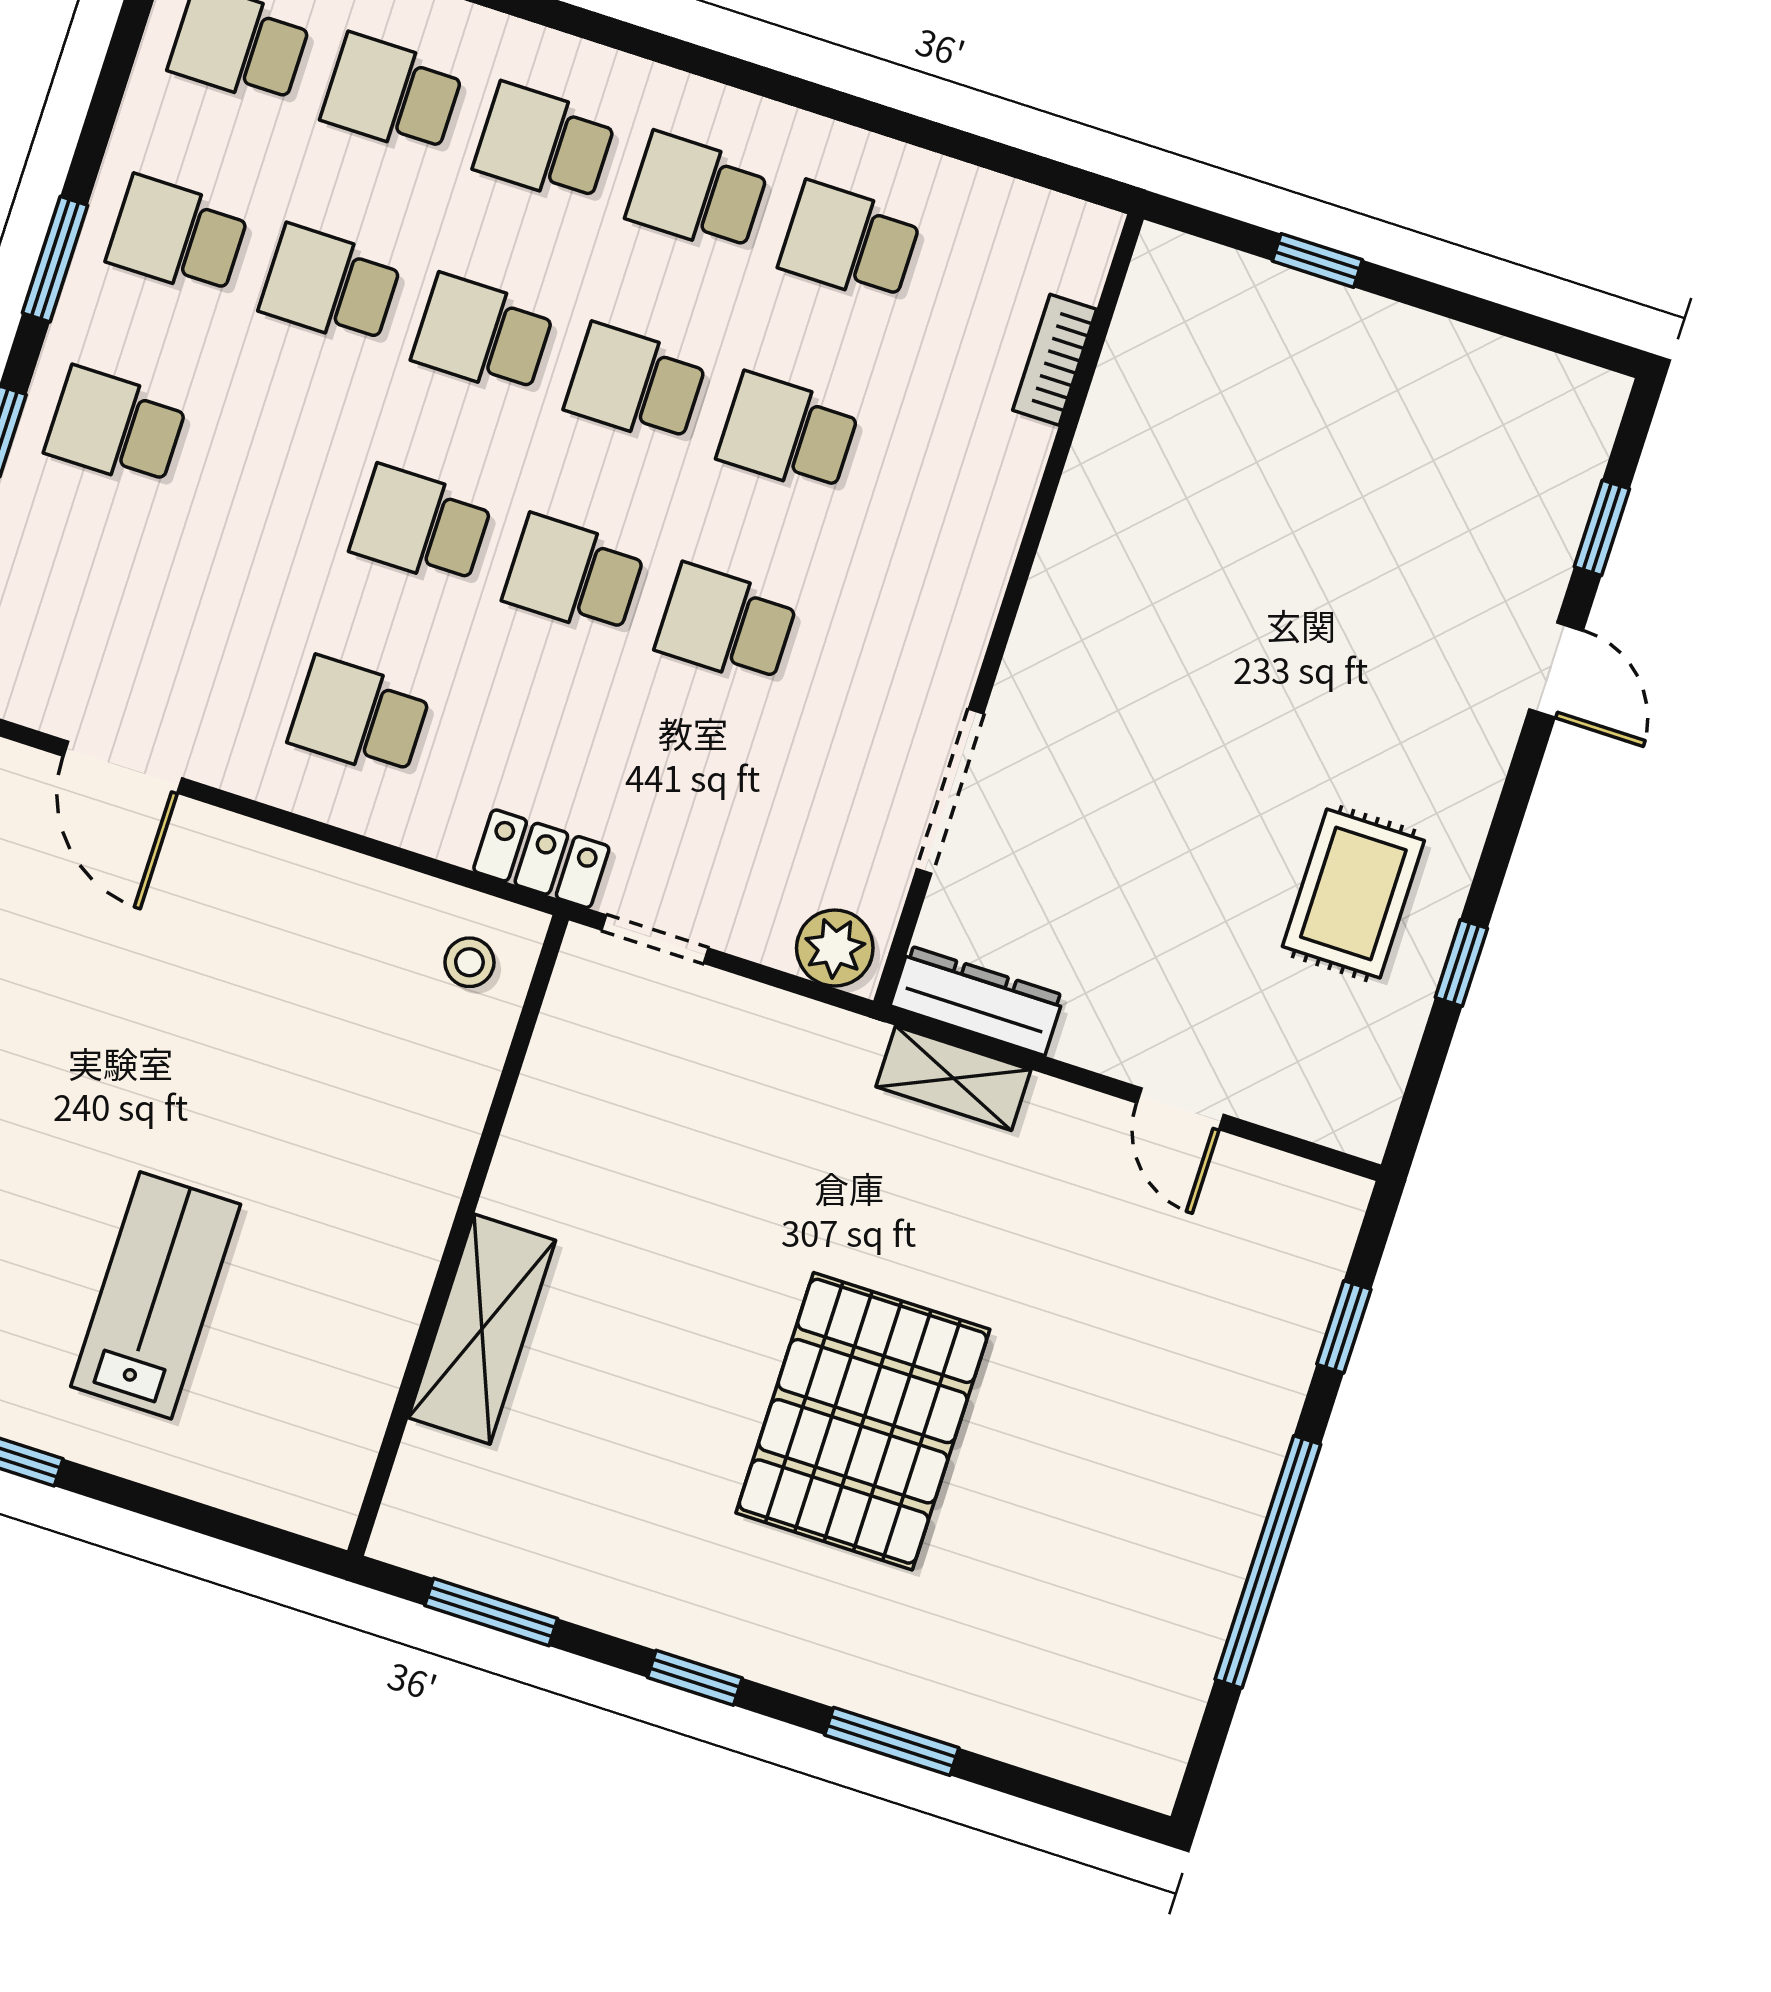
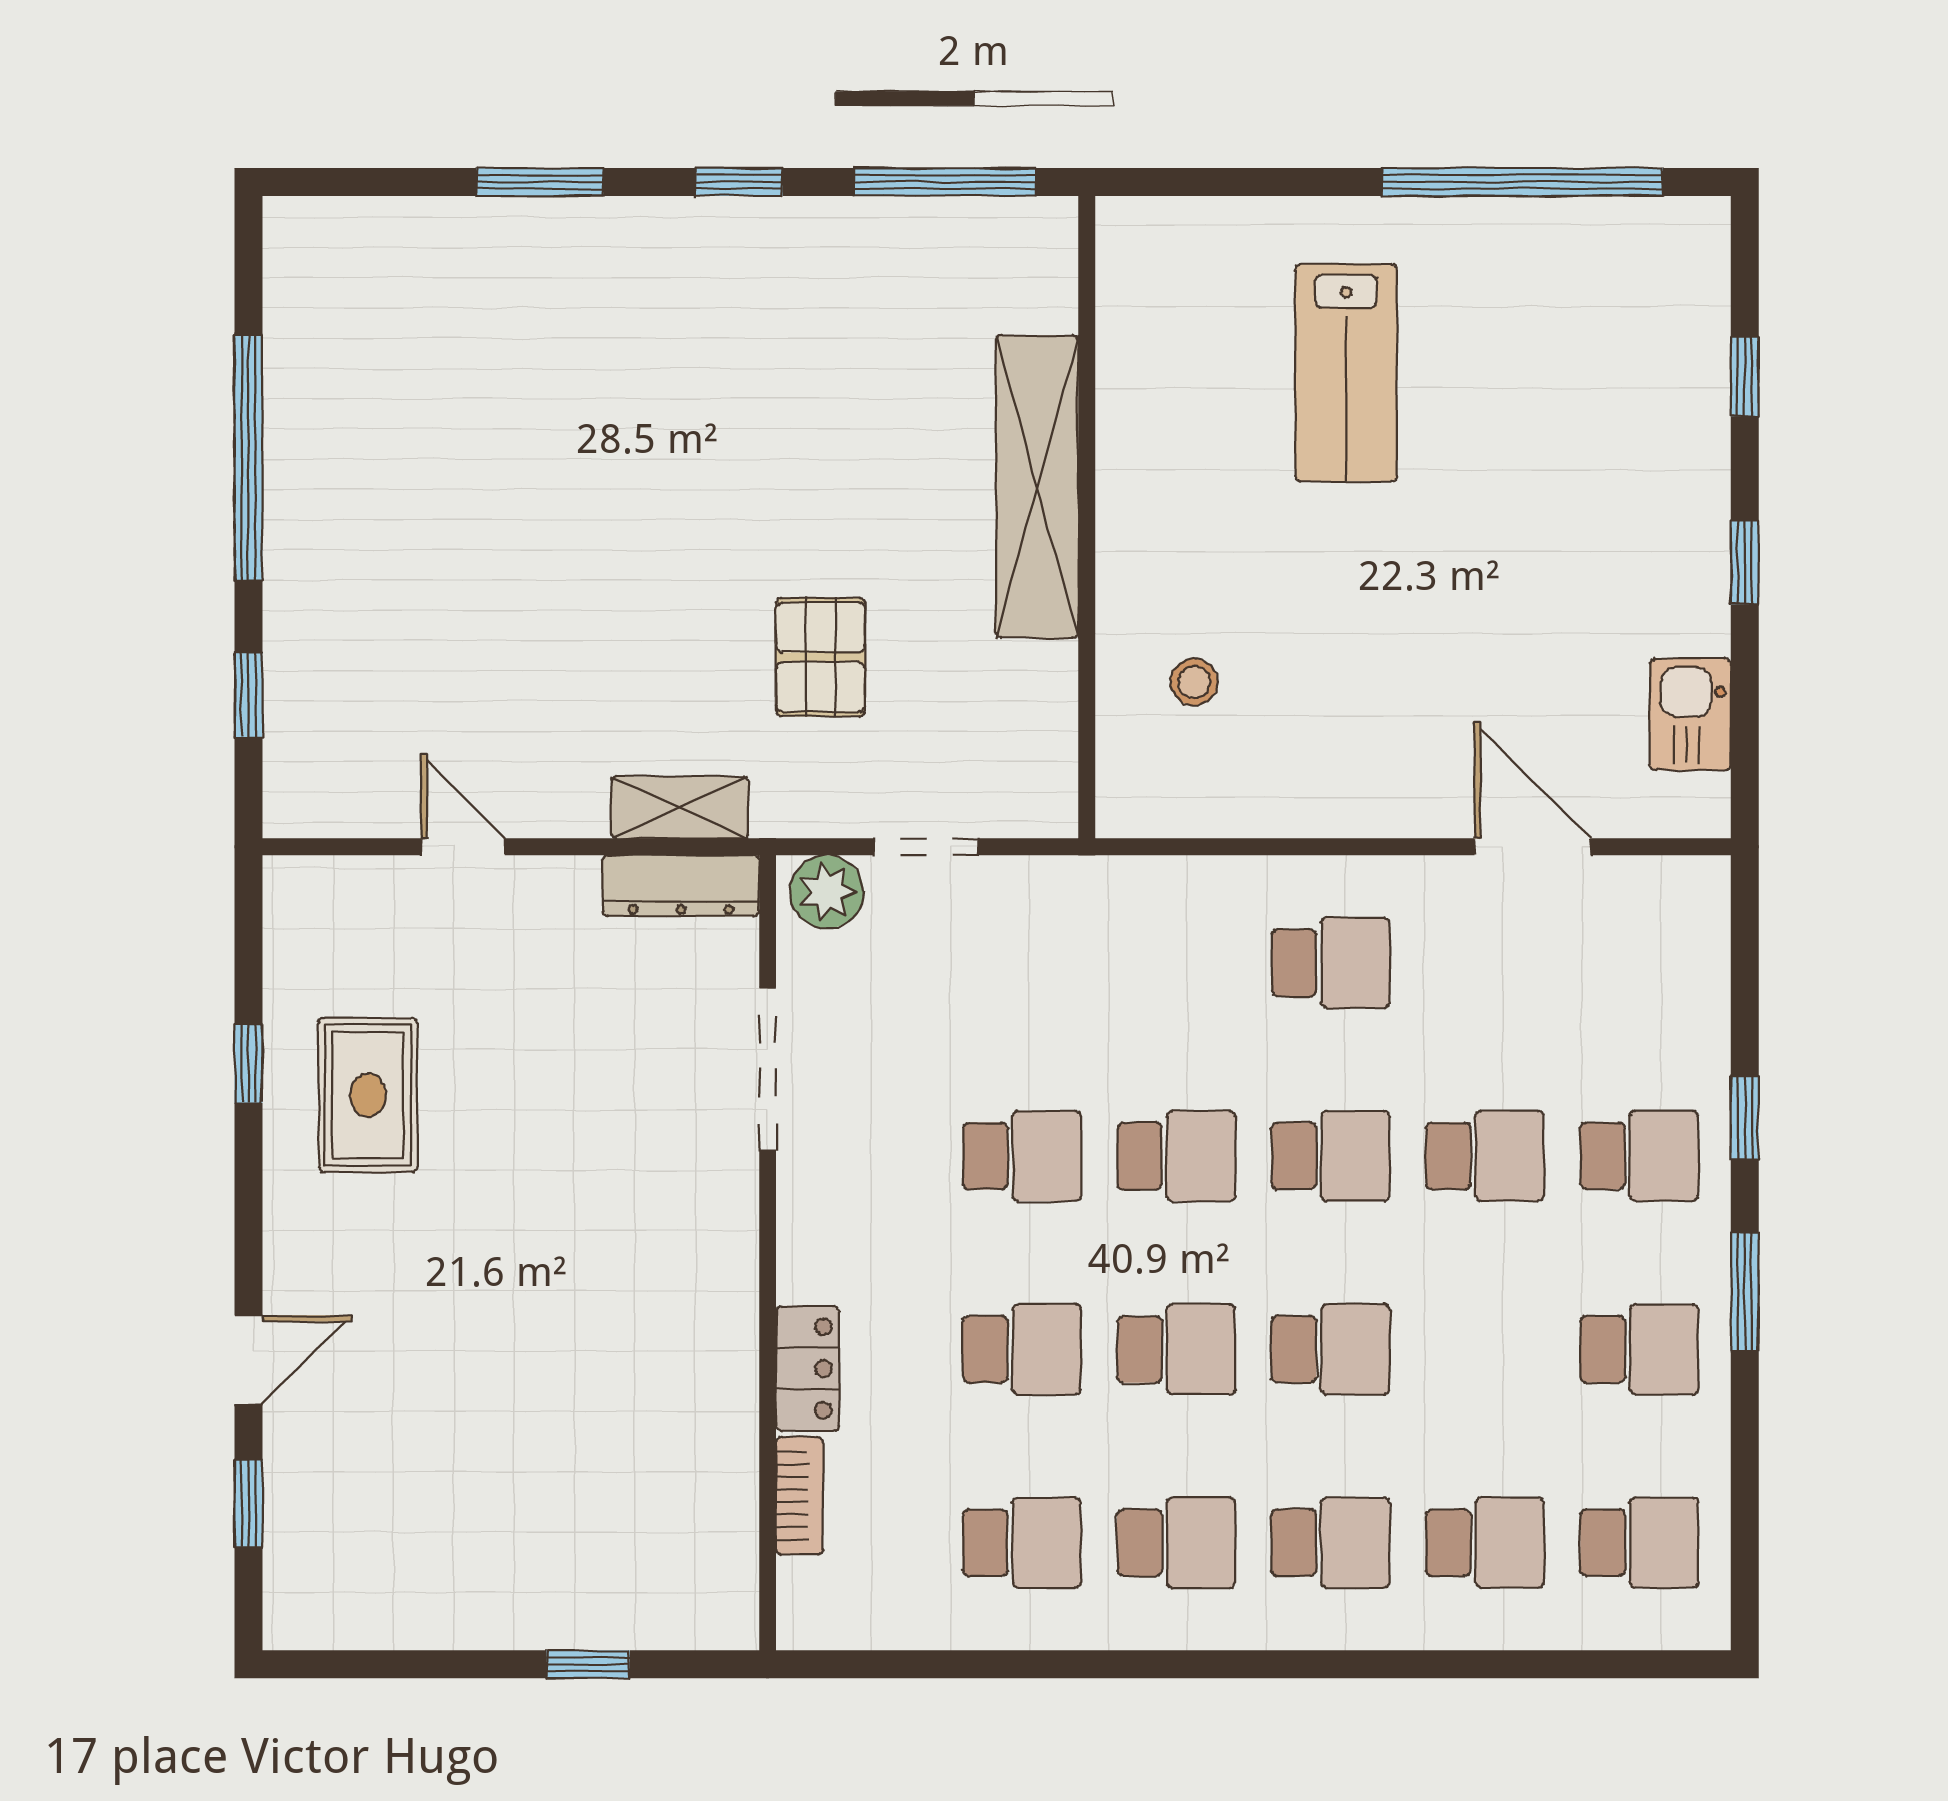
school desk: (330, 285) -> (1485, 1156), moved
door: (1556, 670) -> (248, 1360), swing flipped
locker: (541, 859) -> (808, 1369), moved, turned -90
doorway: (655, 939) -> (926, 847), moved
stool: (469, 962) -> (1194, 682), moved
shelving: (482, 1329) -> (1037, 486), width x1.47
pallet: (863, 1421) -> (820, 657), moved, width x0.49, depth x0.50
window: (491, 1612) -> (945, 182), width x1.44

